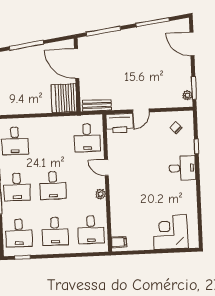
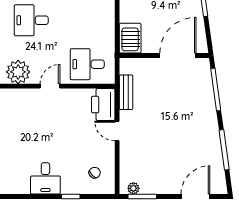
server rack: (64, 98) -> (130, 38), width x0.63
bench: (97, 105) -> (126, 92), moved
plant: (101, 194) -> (18, 72), width x1.87, depth x1.87

